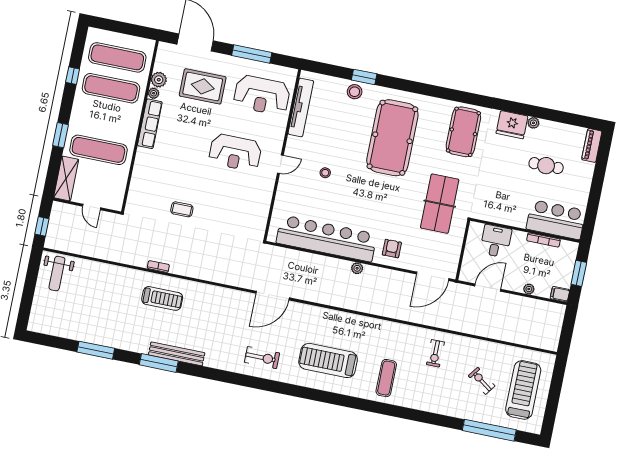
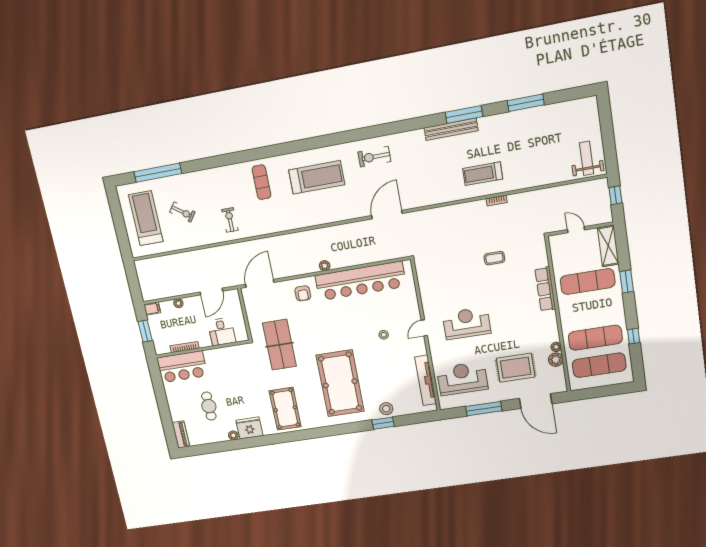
row of seats: (150, 124) -> (545, 289), moved
cafe table: (546, 166) -> (209, 406), turned 90
treadmill: (523, 390) -> (146, 218), turned 180

